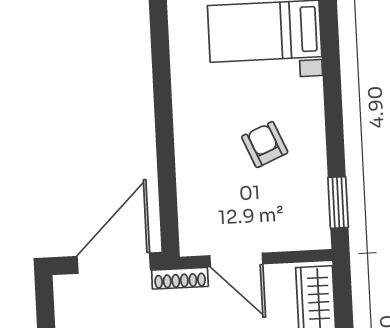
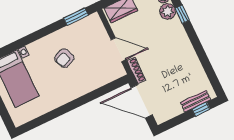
door: (236, 260) -> (118, 50), hinge flipped

